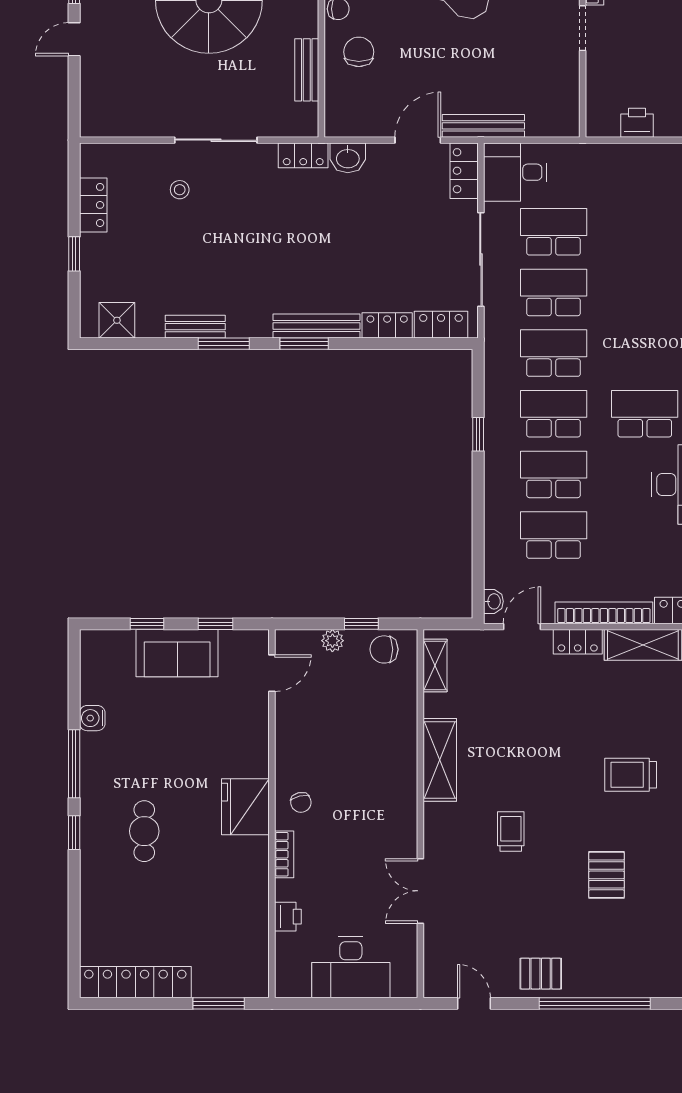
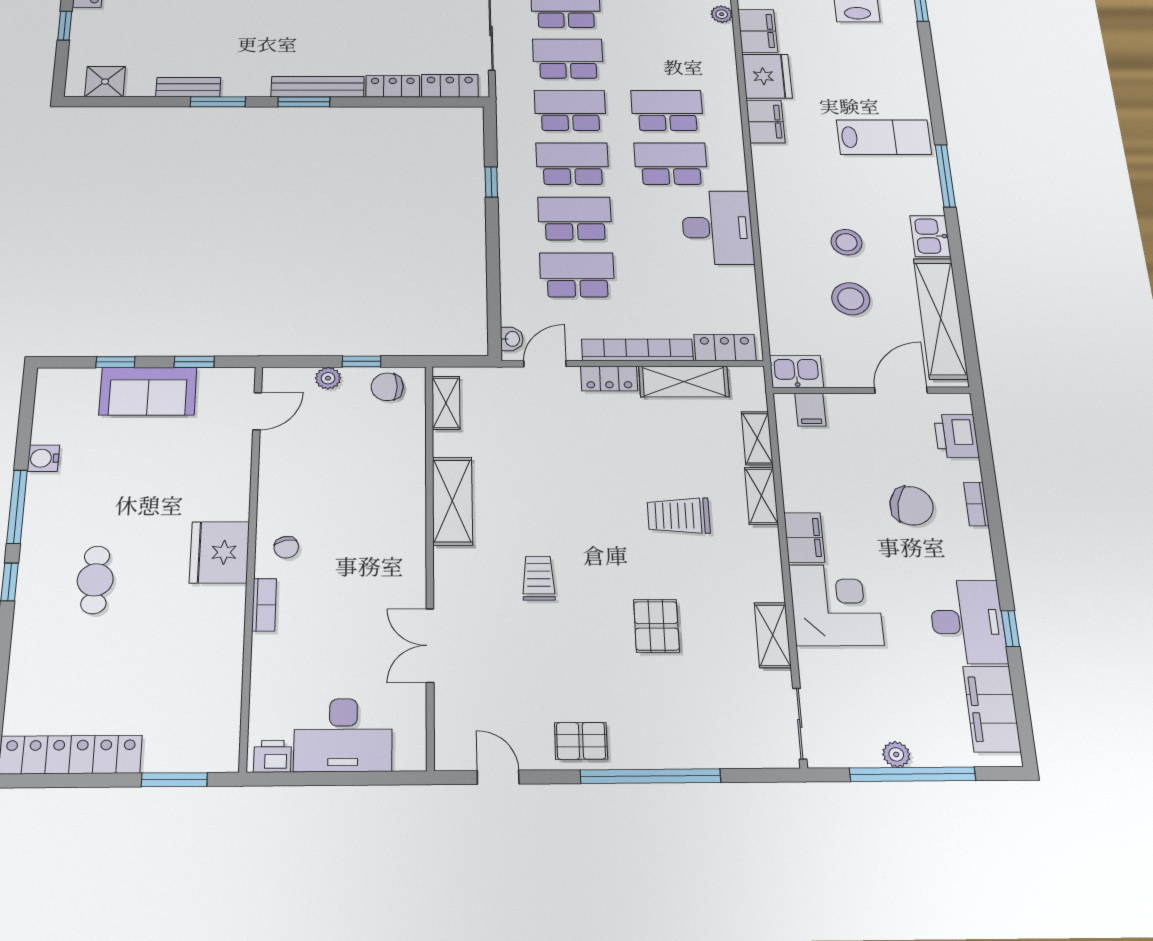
school desk: (645, 353) -> (667, 110), added
printer: (288, 917) -> (272, 756), moved, turned -90

